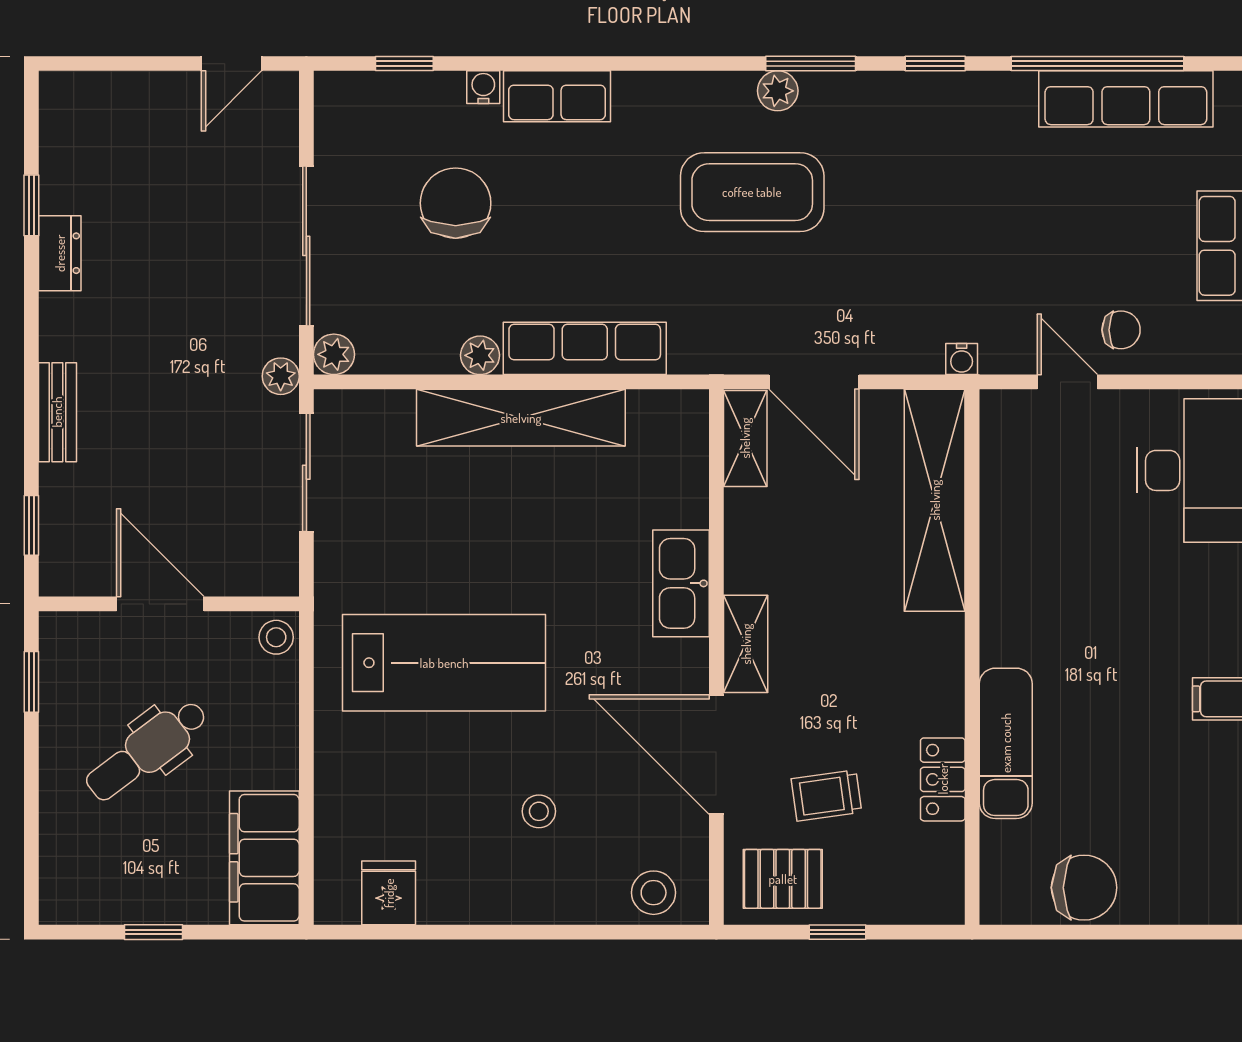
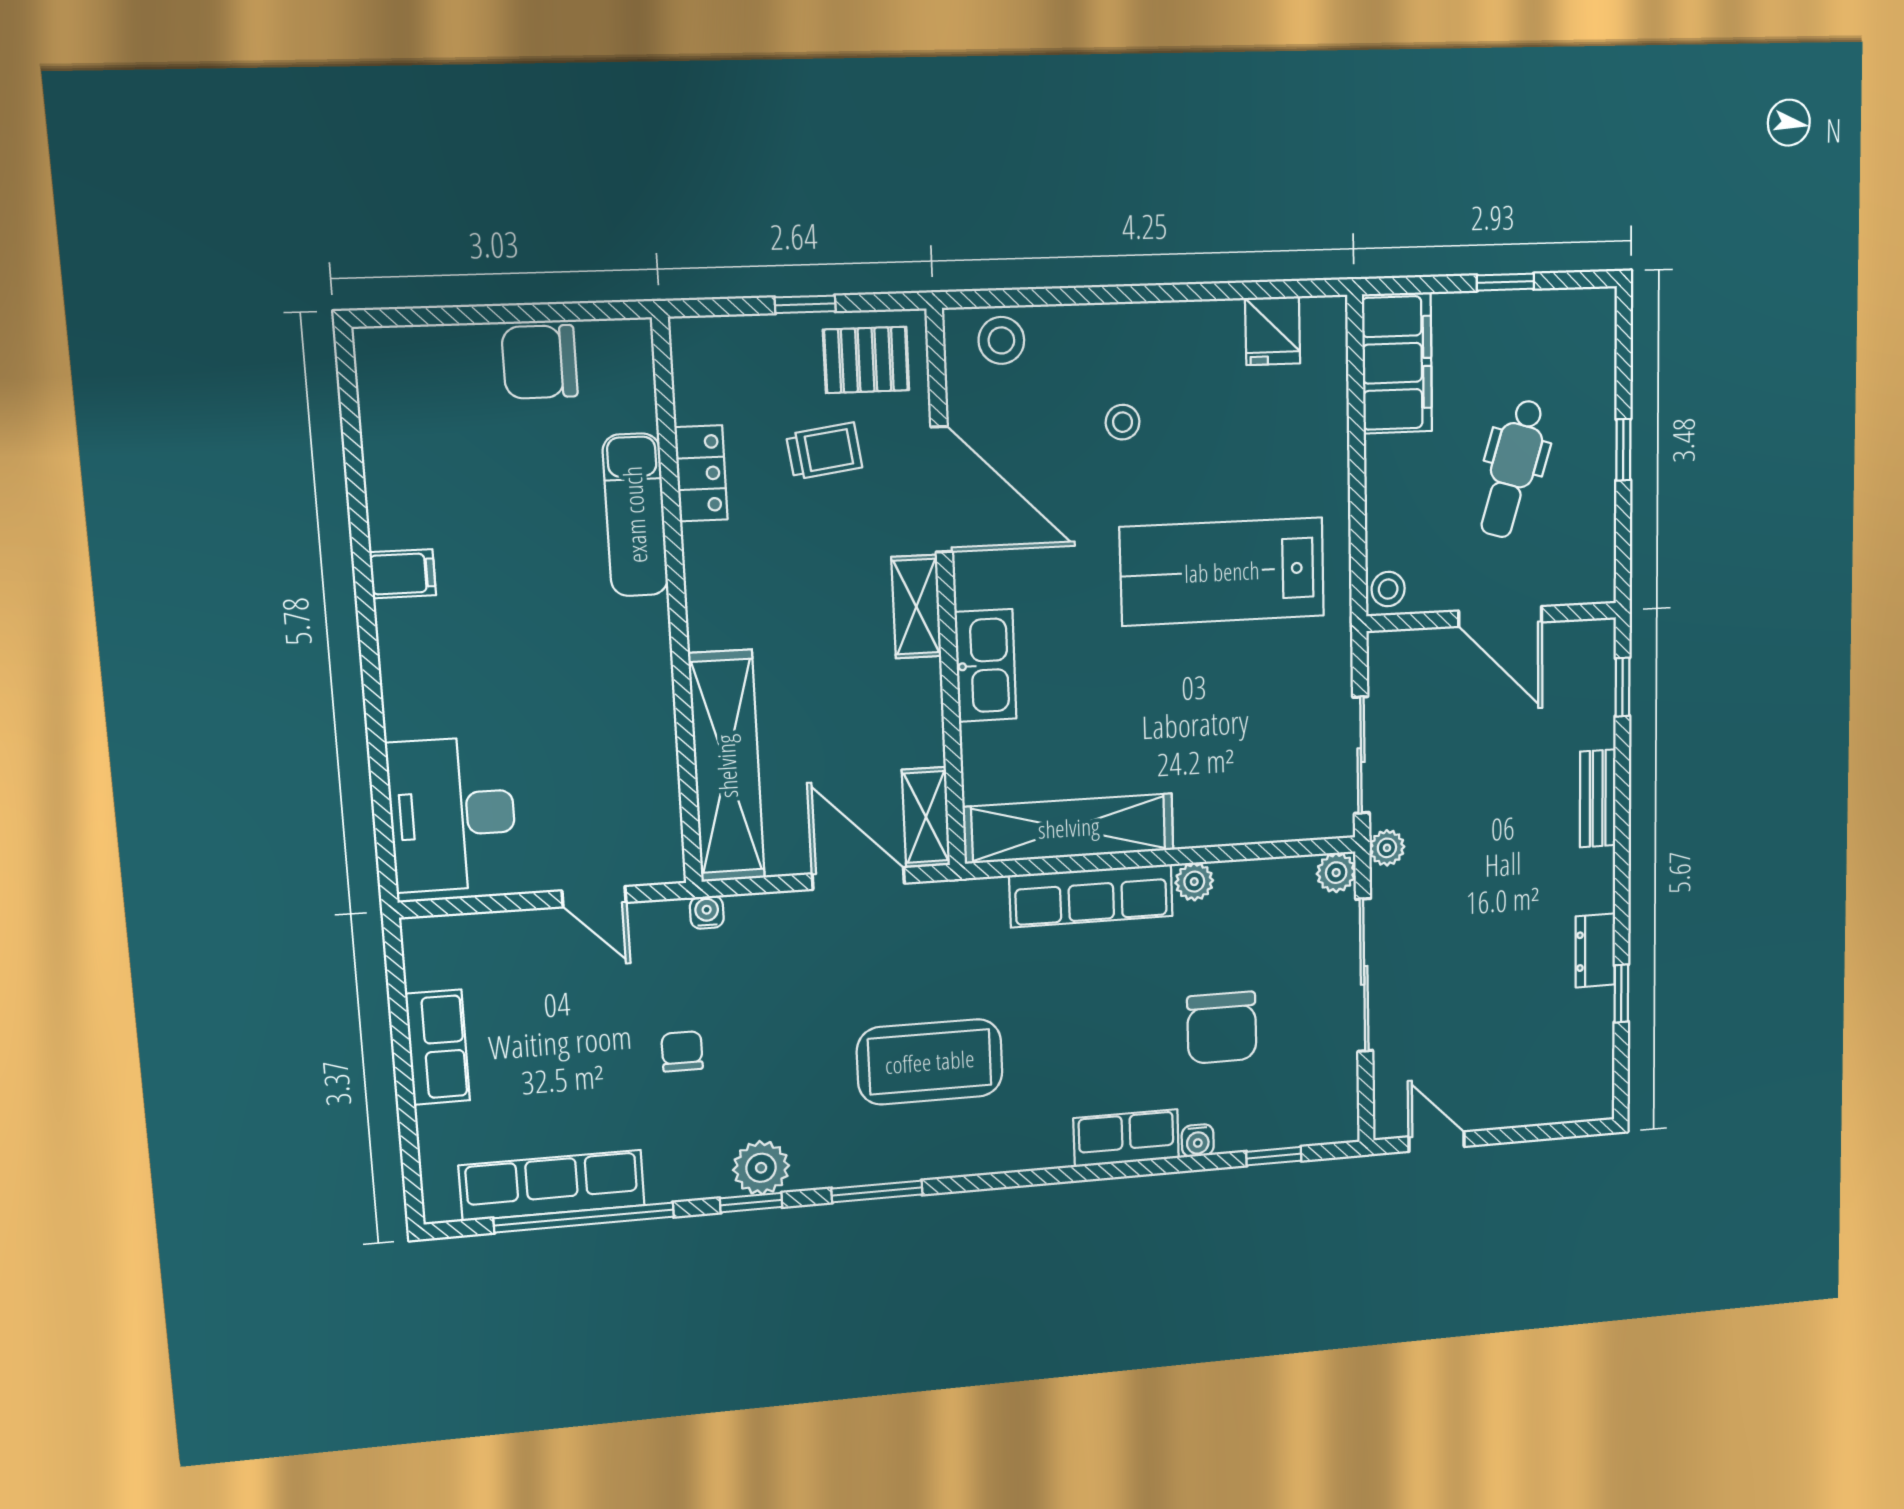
door: (232, 64) -> (1437, 1142), hinge flipped
plant: (778, 91) -> (761, 1168), moved, width x1.38, depth x1.38
chair: (1121, 330) -> (682, 1051), moved, turned 90
shelving: (521, 418) -> (1069, 828), moved
window: (31, 682) -> (1623, 450), moved
dental chair: (147, 750) -> (1513, 469), turned 144

